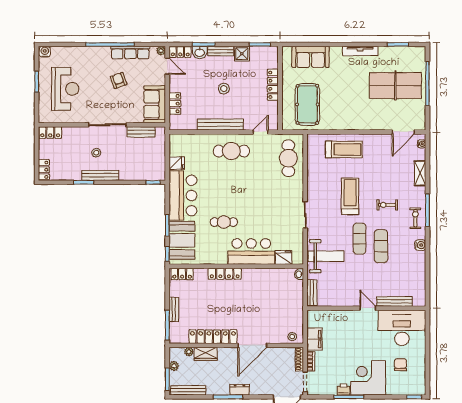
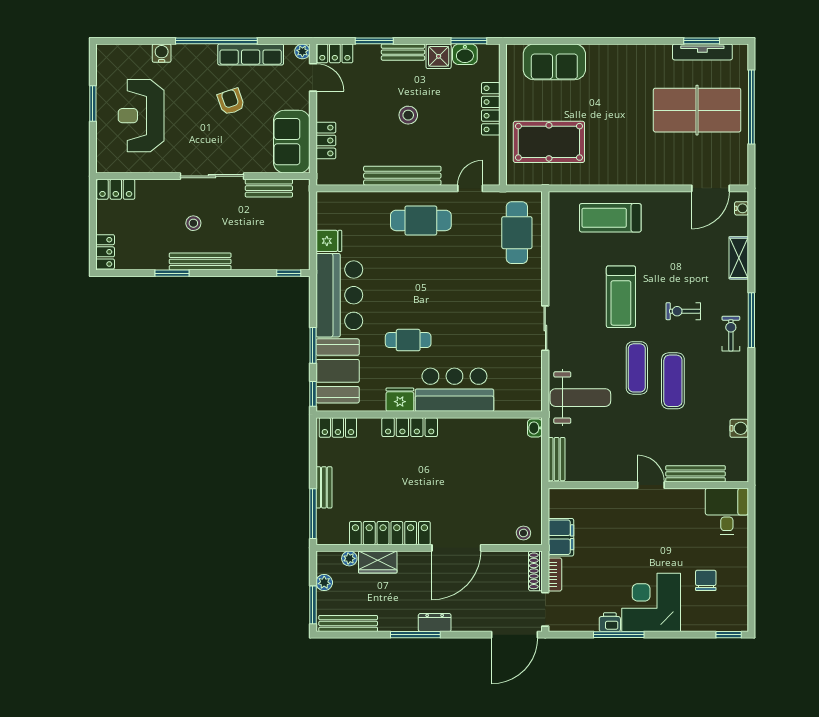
tv unit: (360, 51) -> (702, 52), moved
water cooler: (45, 52) -> (162, 53), moved
washbasin: (200, 52) -> (465, 54), moved
reception desk: (65, 89) -> (141, 116), turned 180
pool table: (307, 104) -> (549, 142), turned 90
treadmill: (344, 149) -> (610, 218), turned 180
treadmill: (350, 196) -> (621, 297), turned 180
water cooler: (420, 245) -> (739, 428), moved
fridge: (284, 257) -> (400, 400), moved
desk: (402, 328) -> (727, 511), width x0.53, depth x0.77

